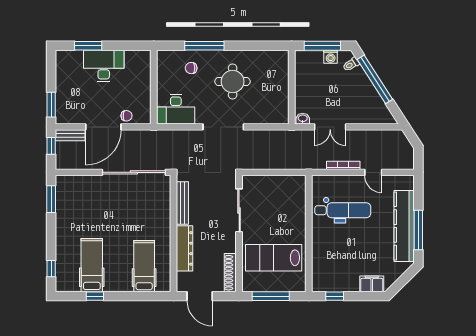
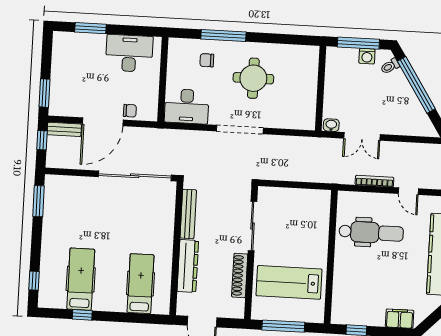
desk: (104, 66) -> (129, 53), moved
shoe rack: (230, 273) -> (240, 275), moved

